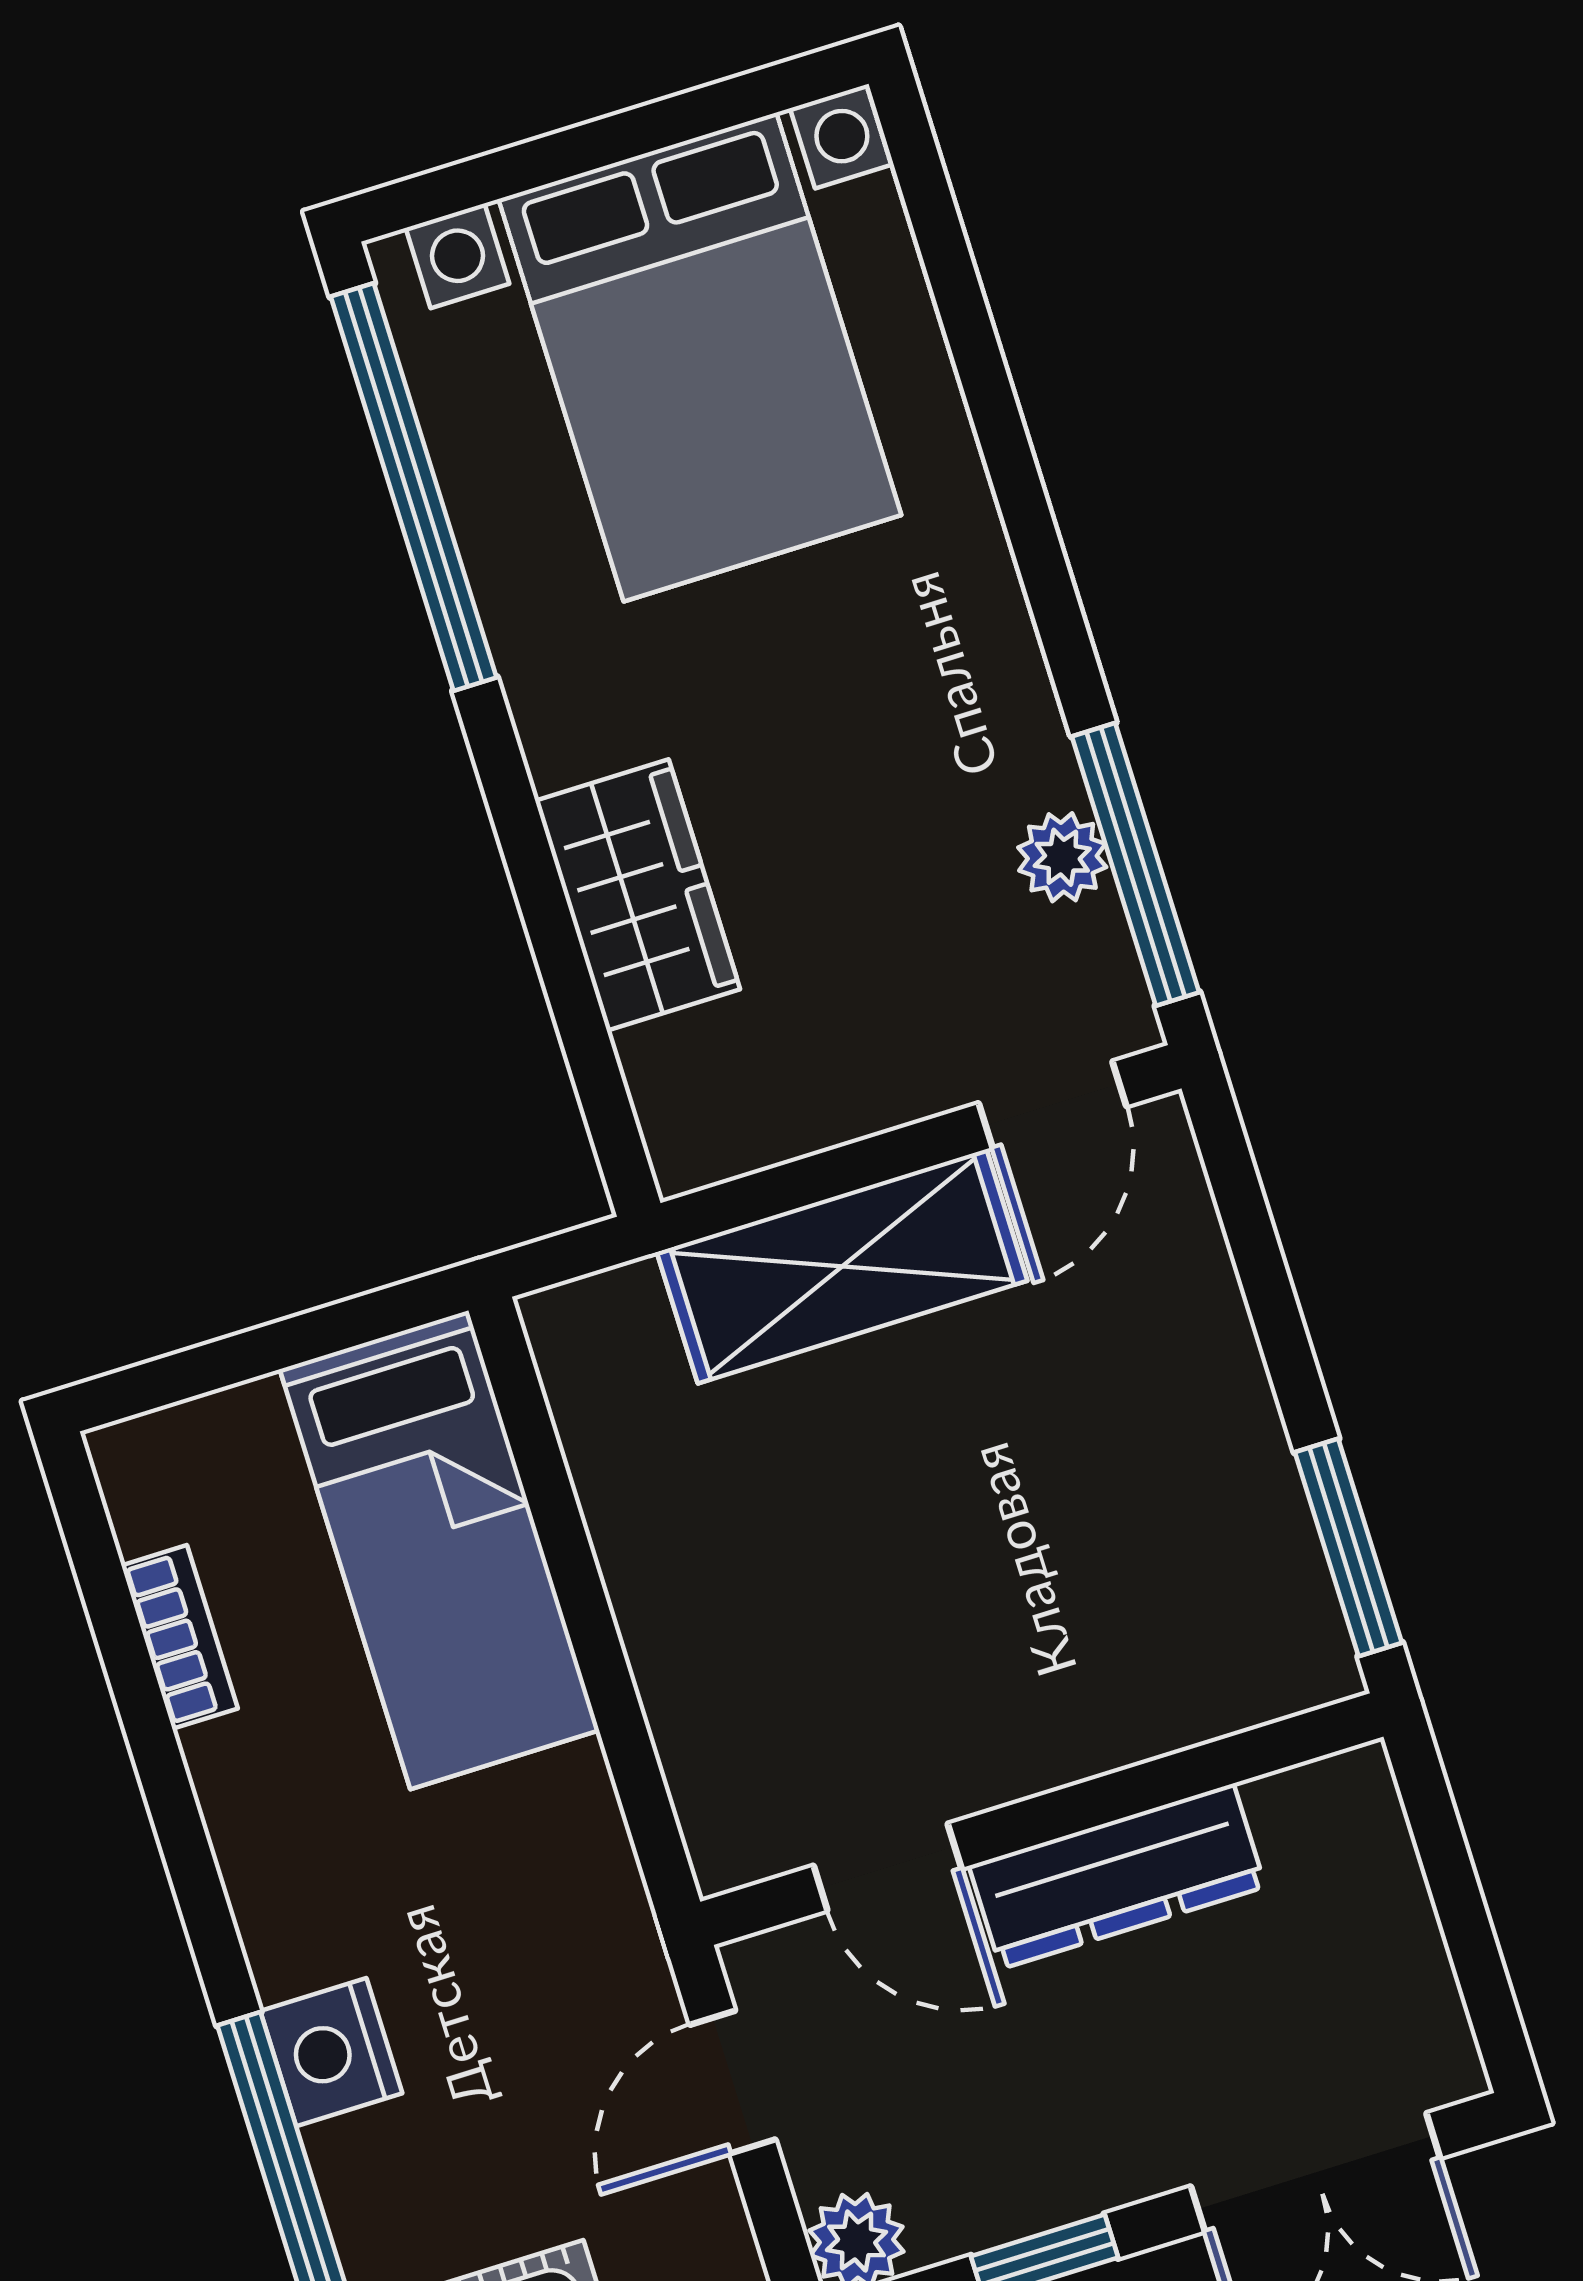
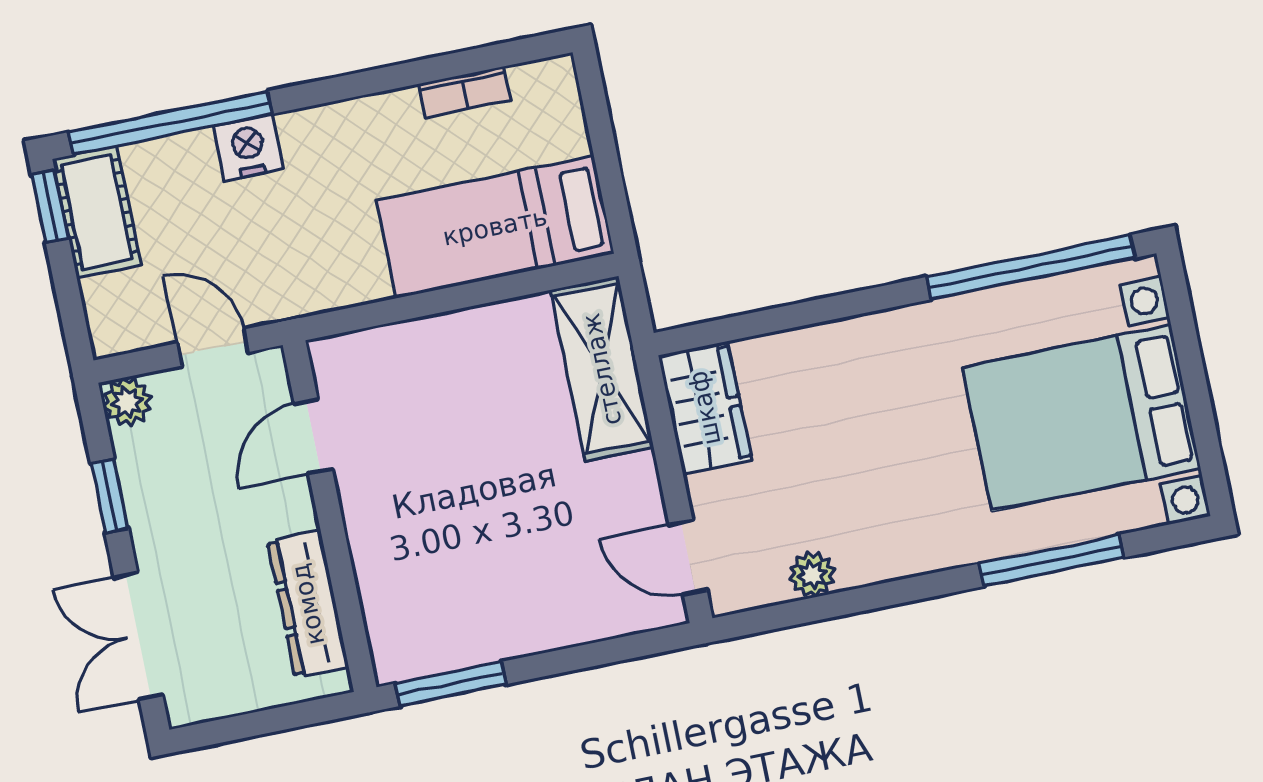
window: (1136, 864) -> (1051, 561), moved
wardrobe: (638, 895) -> (705, 408), moved, turned -90
shelving: (842, 1266) -> (602, 369), moved
dresser: (1117, 1876) -> (308, 604), moved

